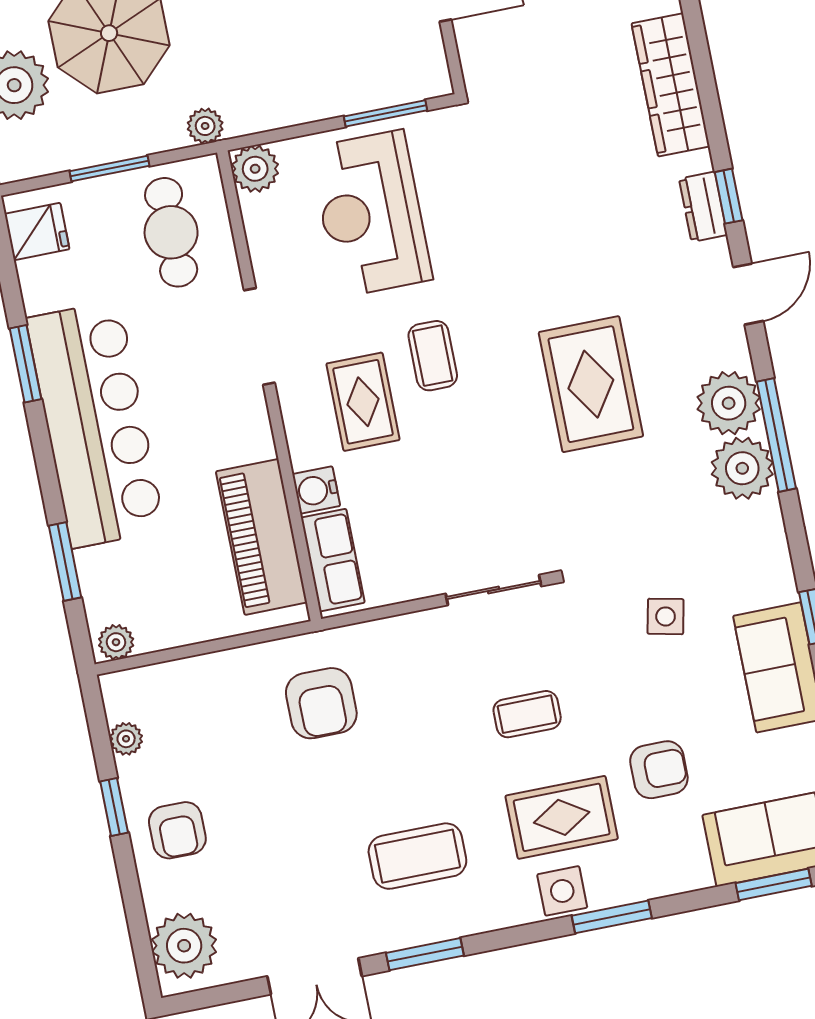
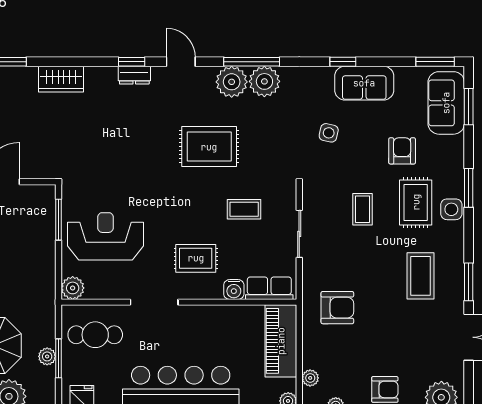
wardrobe: (671, 85) -> (61, 79), width x0.67
plant: (205, 126) -> (47, 356), moved
reception desk: (371, 214) -> (106, 236), turned 180
coffee table: (433, 356) -> (244, 209), moved
piano: (262, 537) -> (281, 341), moved, turned 90
sliding door: (493, 590) -> (299, 234), moved
plant: (171, 677) -> (310, 378), added

